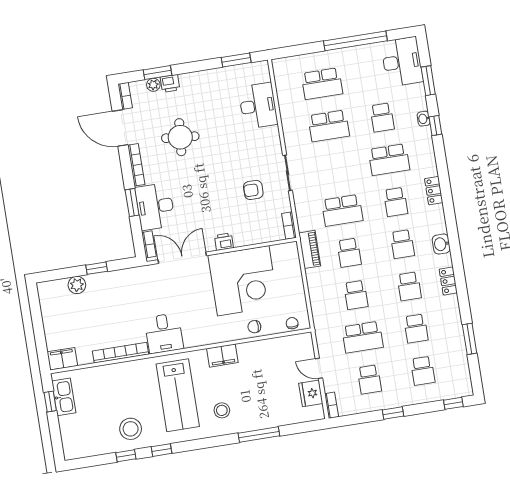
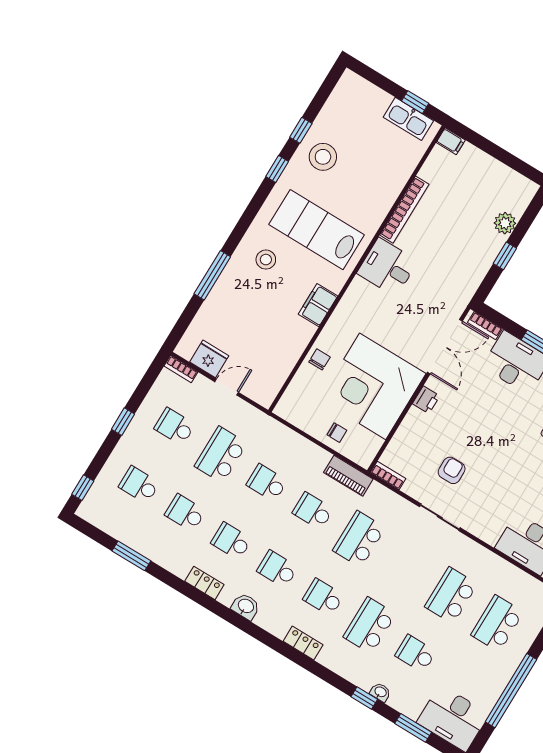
chair: (292, 323) -> (337, 433), moved
filing cabinet: (62, 359) -> (451, 141), width x0.50

